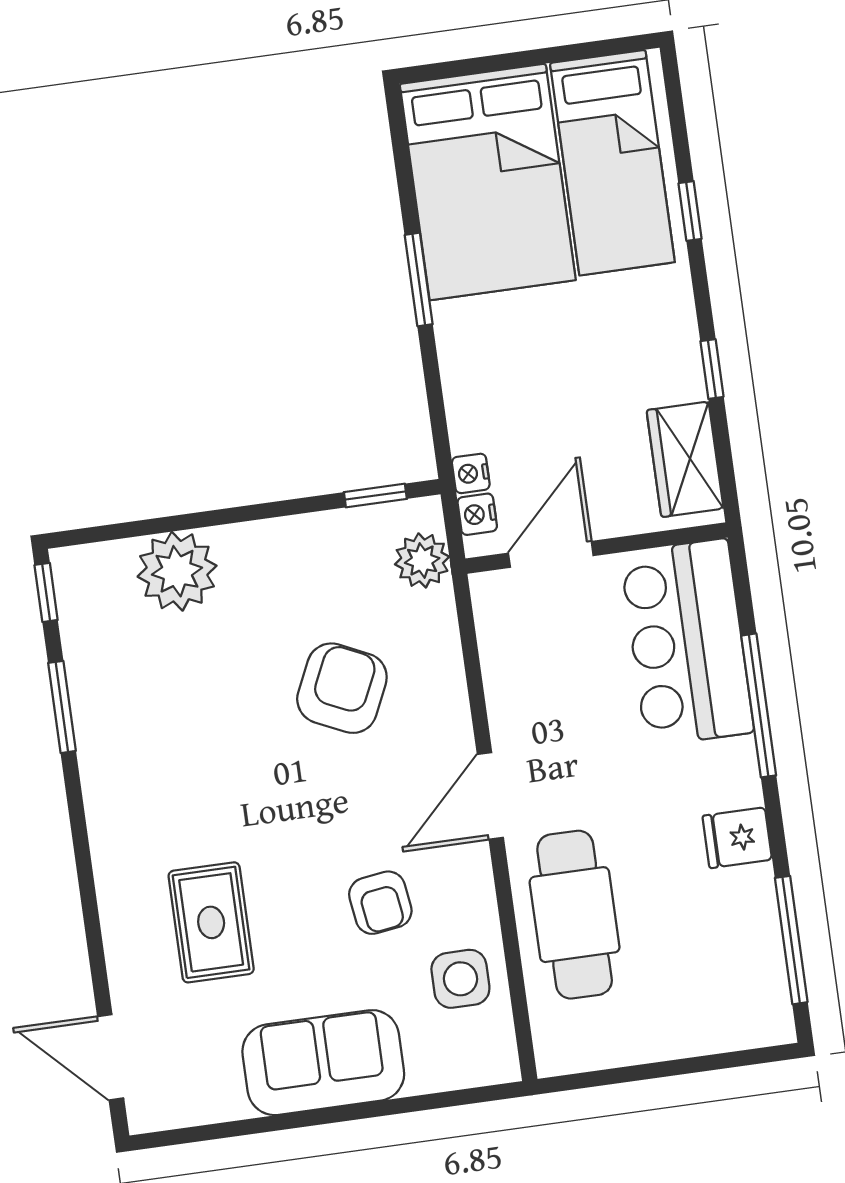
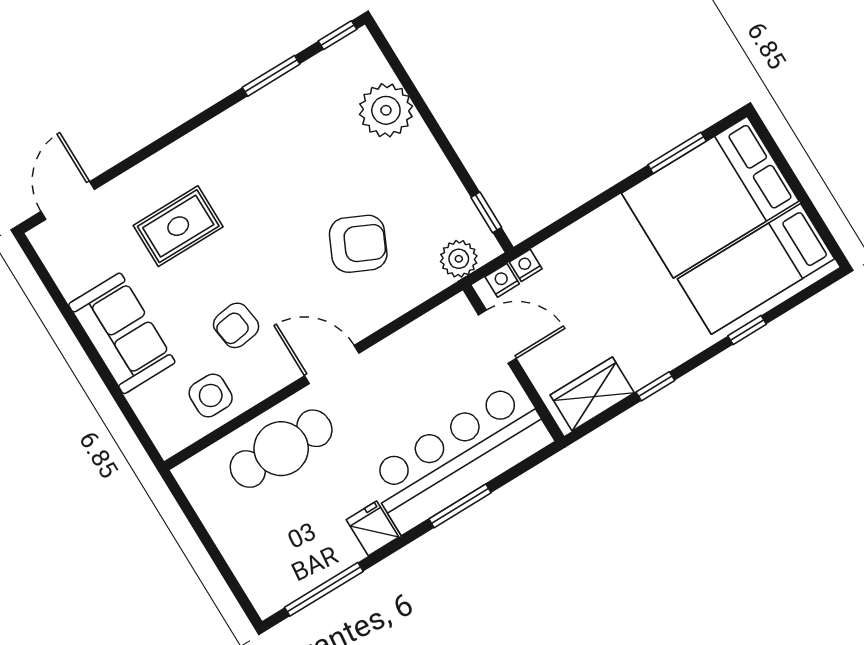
window: (419, 279) -> (677, 153), moved
bar counter: (687, 642) -> (459, 457), width x1.36
window: (759, 705) -> (460, 506), width x0.69

